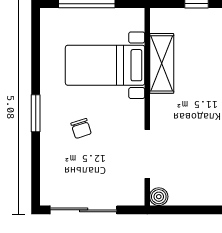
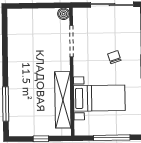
shelving: (162, 63) -> (63, 100), width x1.47

